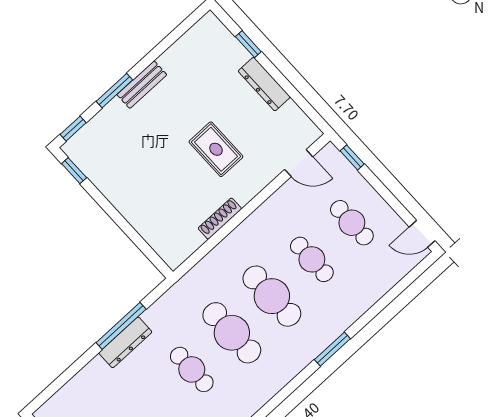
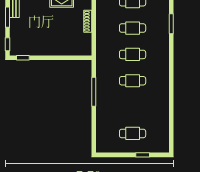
cafe table: (272, 296) -> (133, 28), width x0.73, depth x0.74
cafe table: (232, 333) -> (133, 54), width x0.73, depth x0.74
dresser: (125, 342) -> (101, 96), removed

